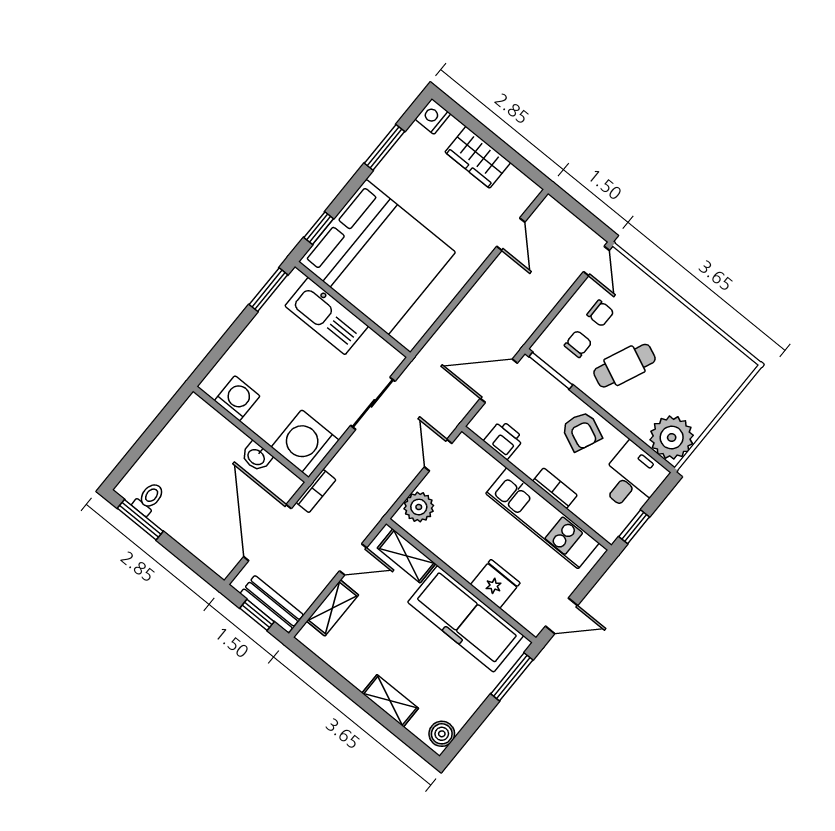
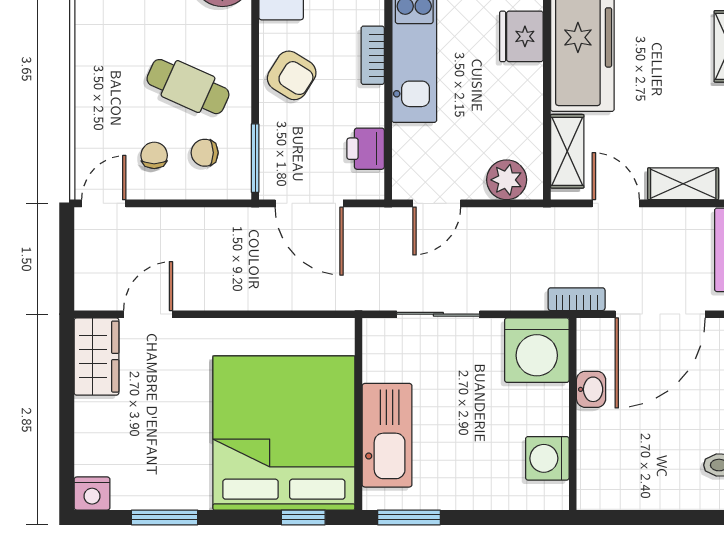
wardrobe: (478, 157) -> (96, 357), moved
armchair: (582, 431) -> (292, 75), turned 98

